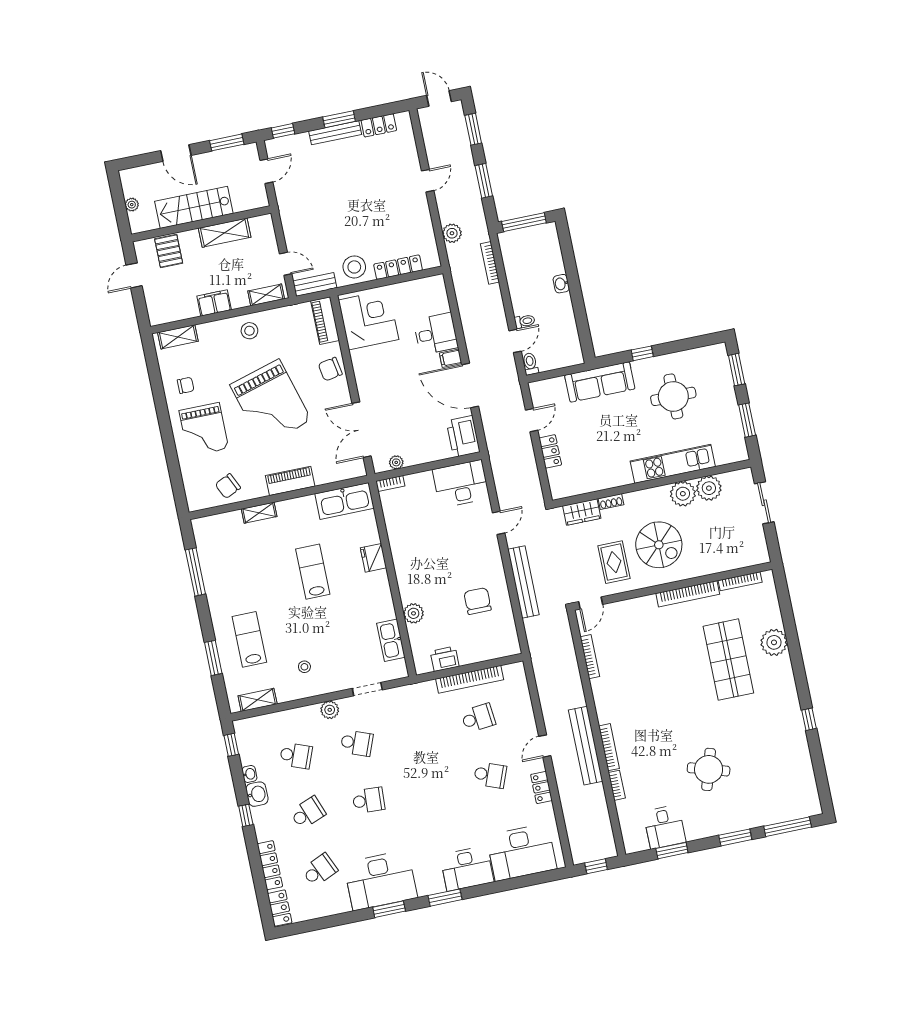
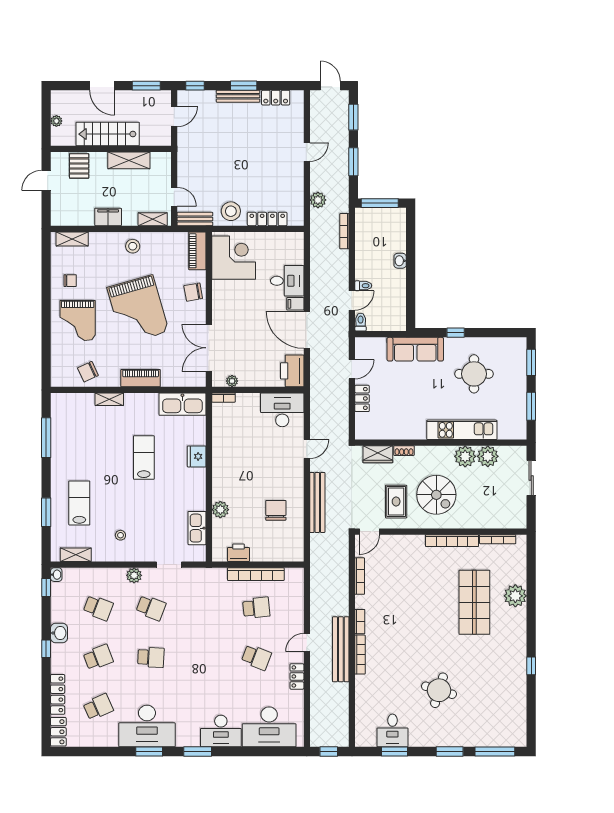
washbasin: (249, 774) -> (56, 575), moved
bookcase: (617, 785) -> (360, 622), moved

